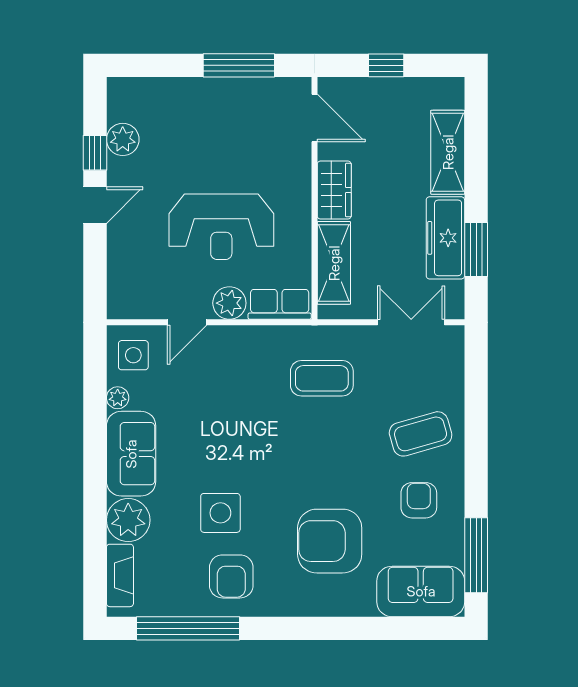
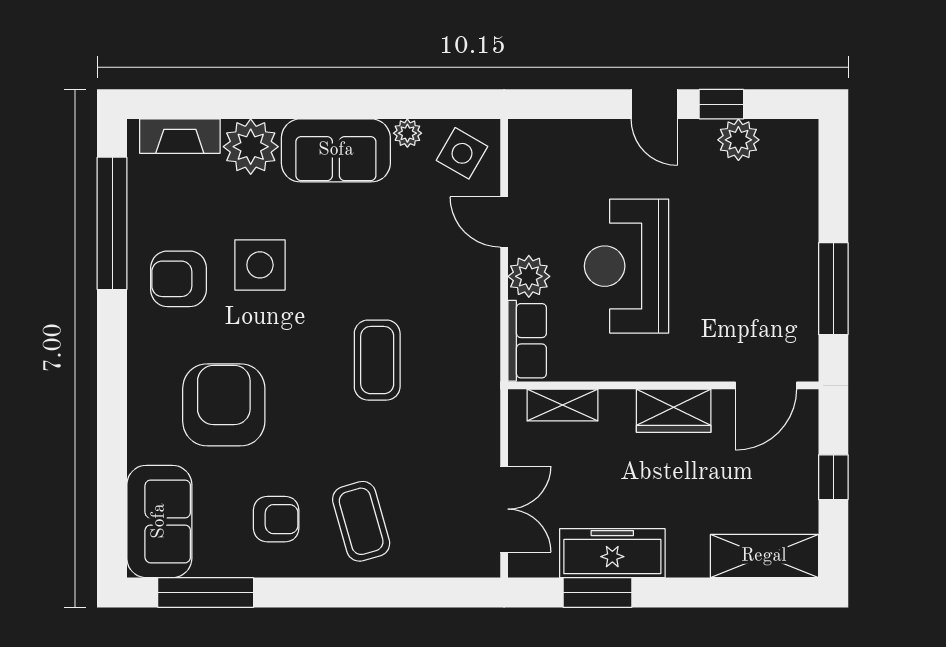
shelving: (448, 152) -> (764, 556), moved
shelving: (334, 263) -> (563, 405), width x0.67, depth x0.75
side table: (133, 355) -> (462, 153), turned 30
coffee table: (322, 378) -> (377, 360), moved

